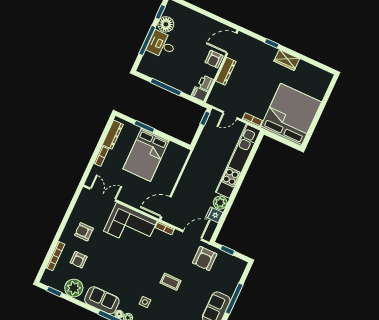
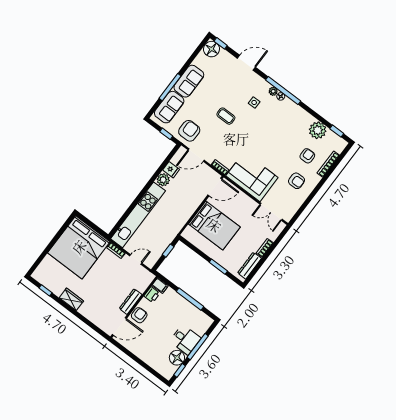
window: (272, 43) -> (46, 290), moved
window: (205, 118) -> (168, 251), moved
bed: (146, 155) -> (214, 225), moved, turned 90
sofa: (102, 300) -> (169, 107), moved, turned -90

